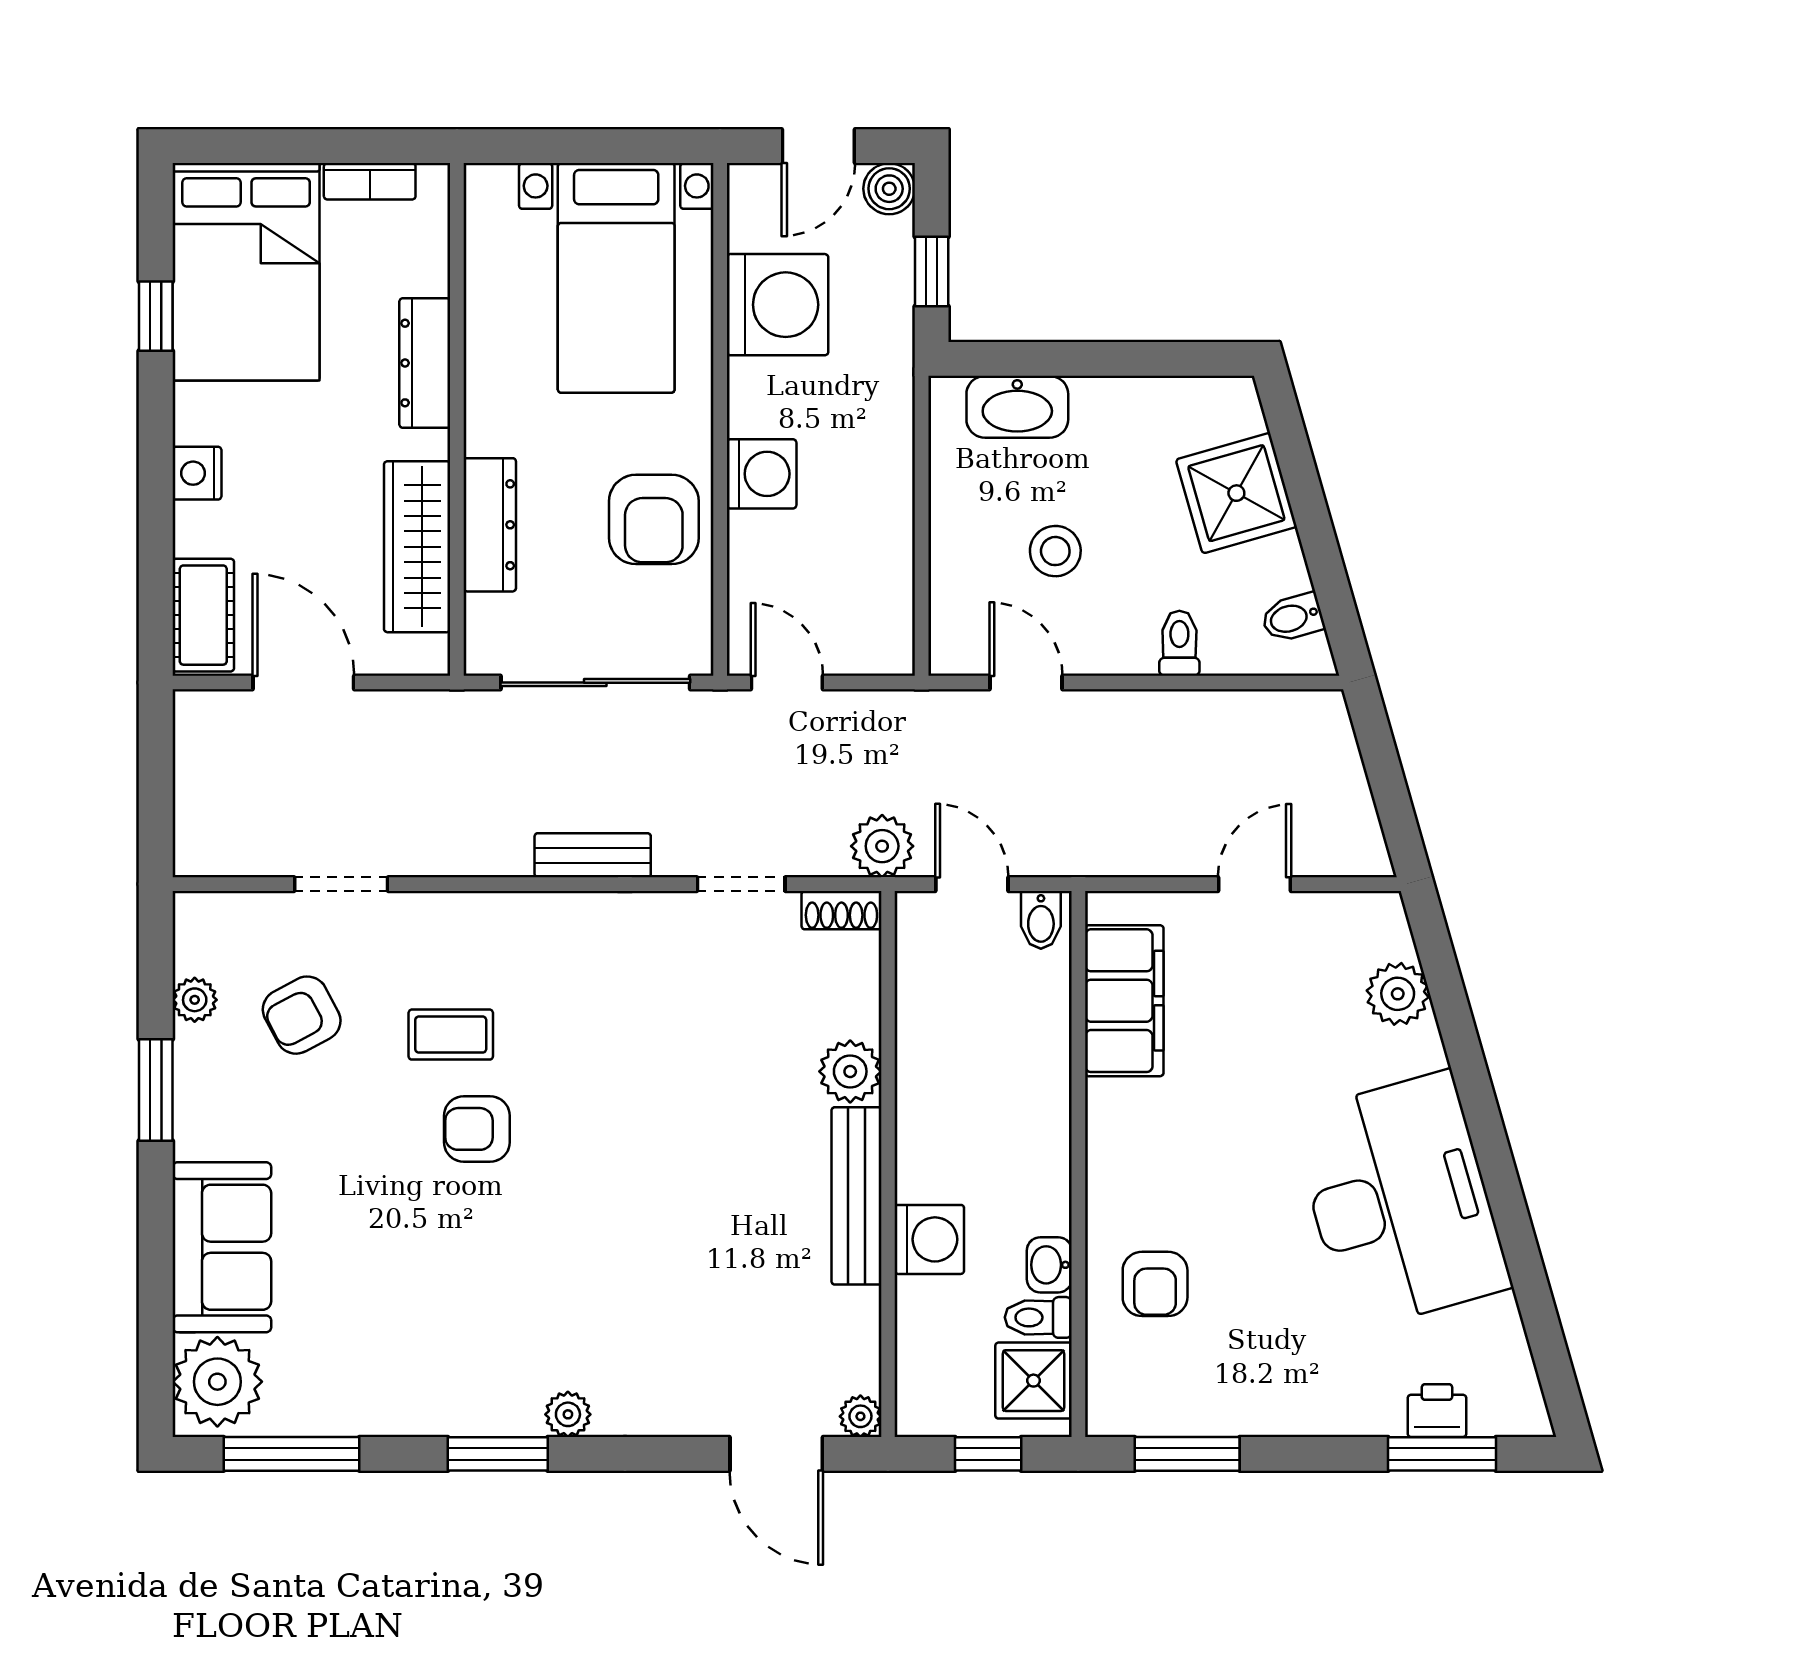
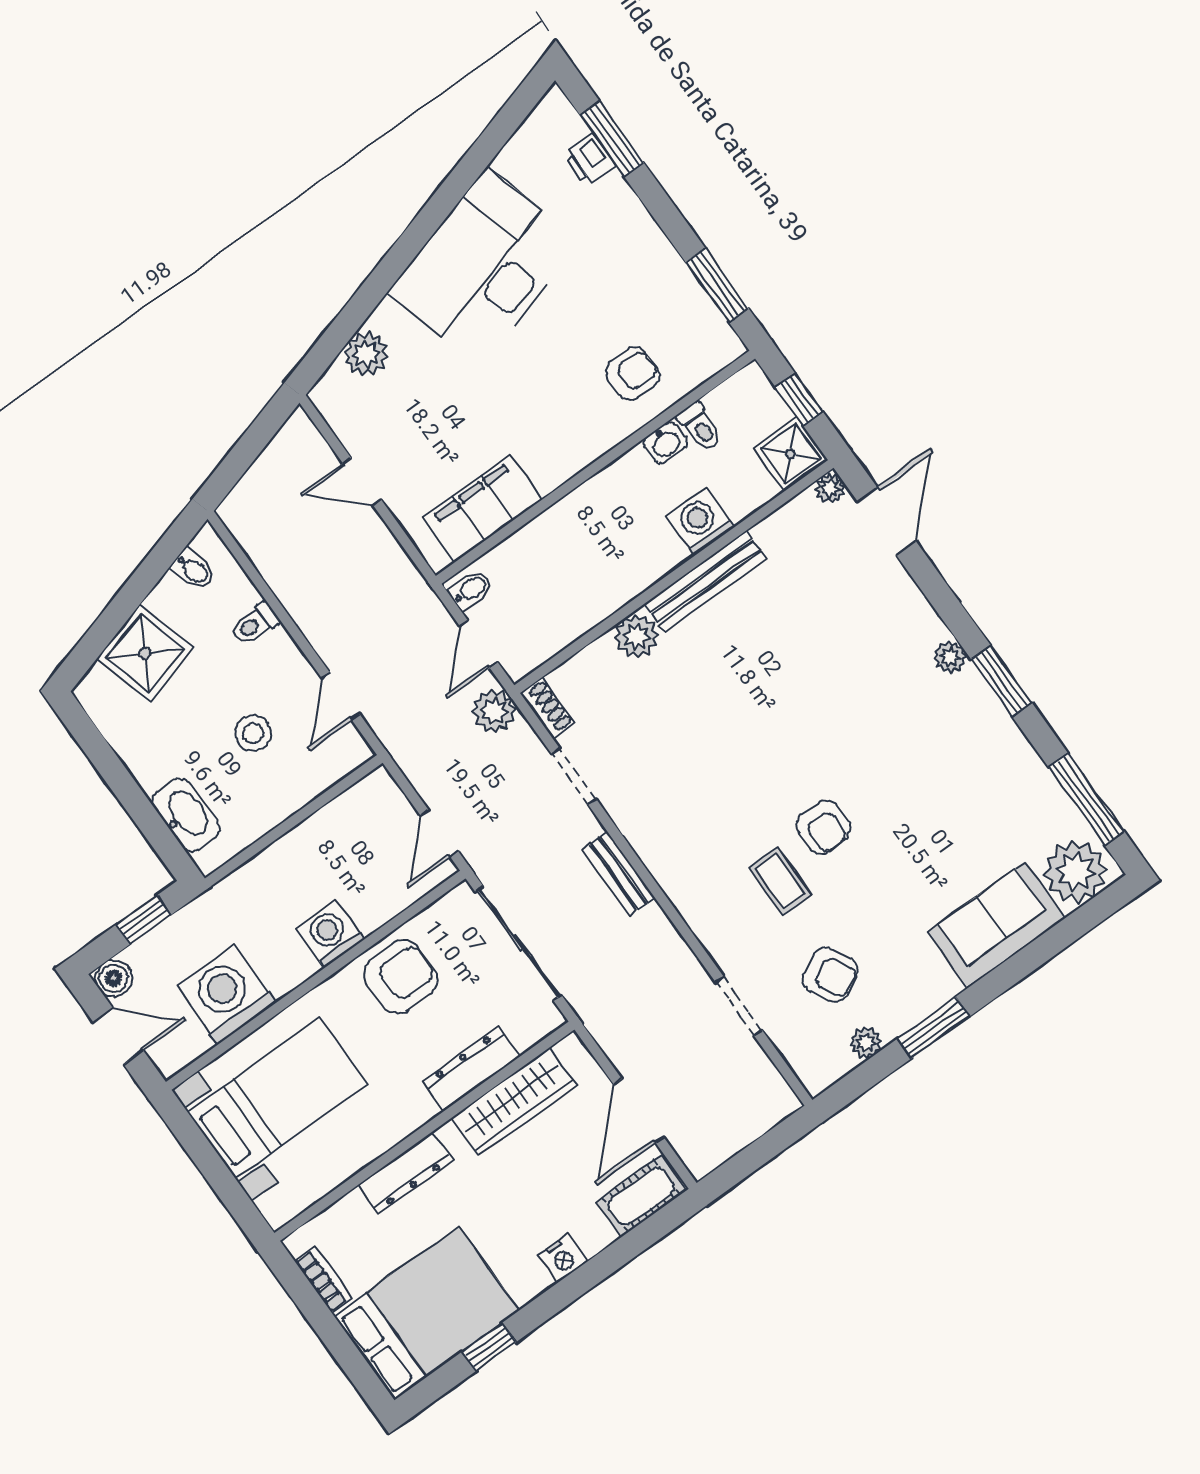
shower: (1033, 1381) -> (790, 454), moved

